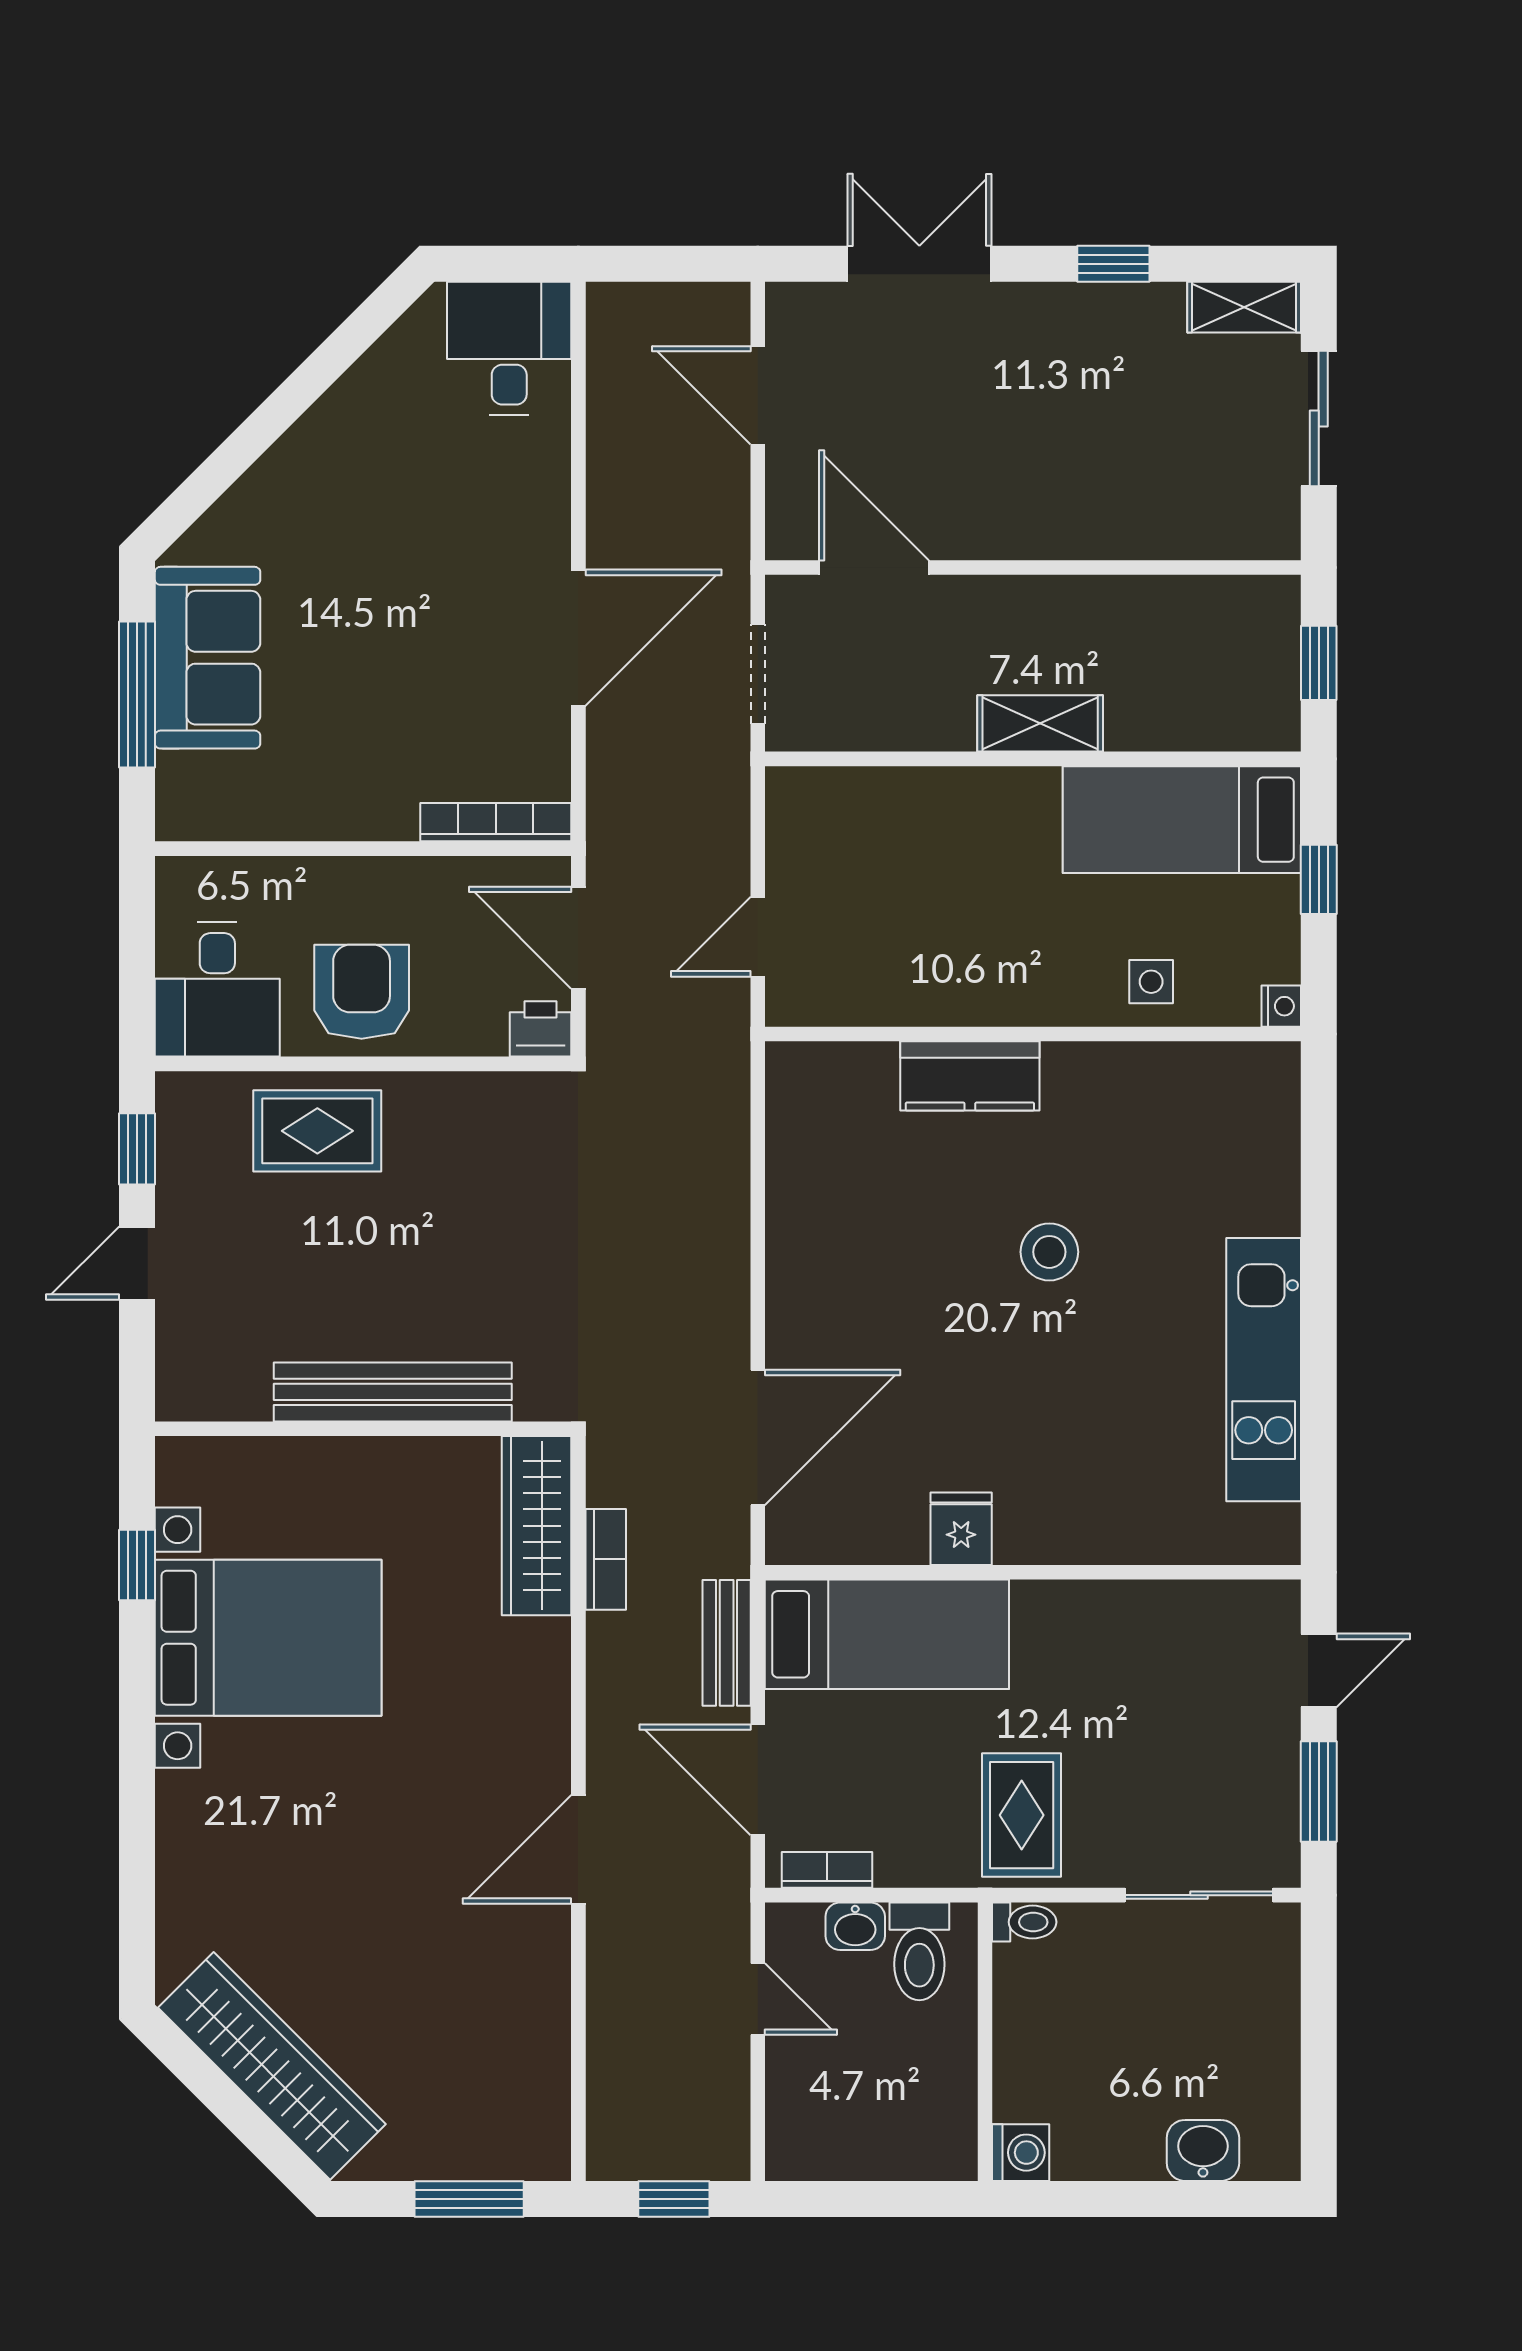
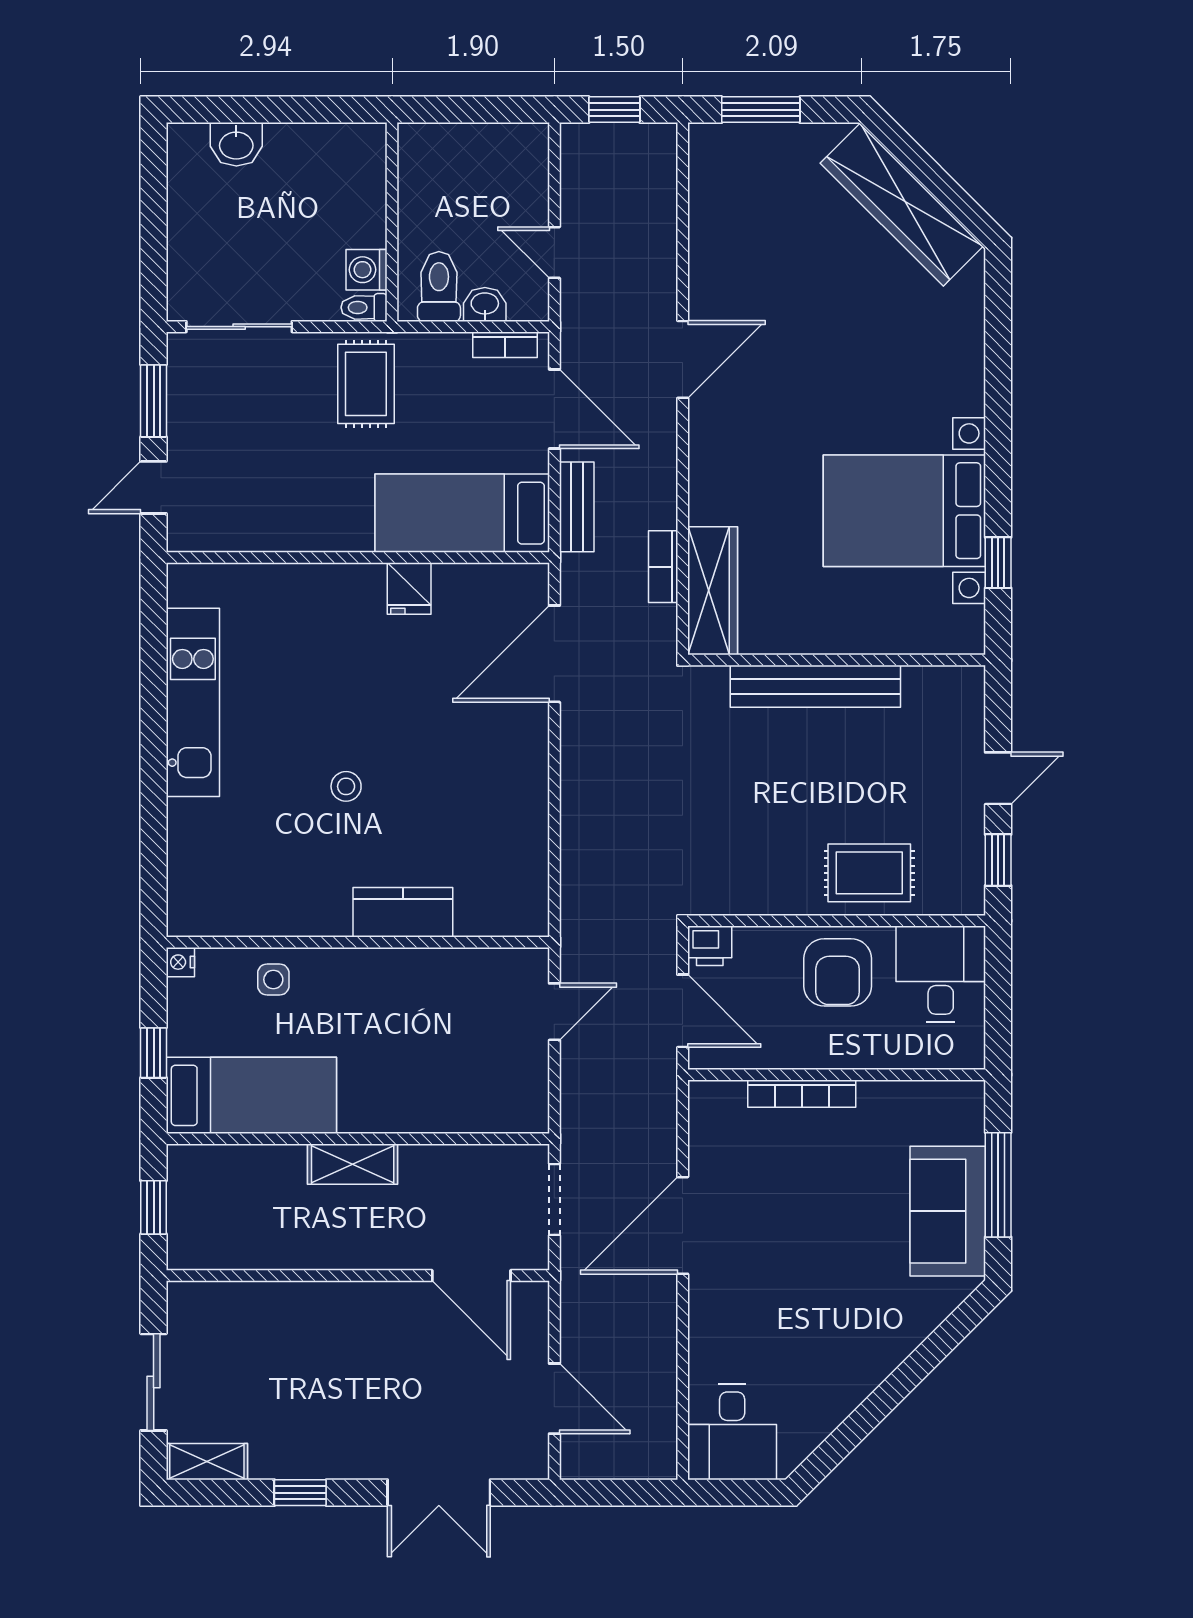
bookcase: (496, 822) -> (802, 1094), moved
stool: (1049, 1252) -> (346, 786), width x0.73, depth x0.73
washing machine: (1021, 2153) -> (367, 270), moved

